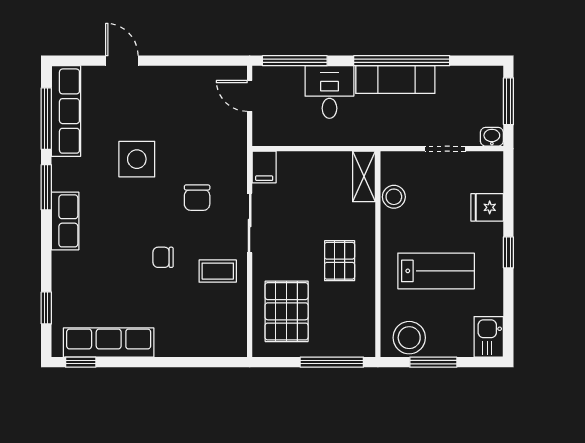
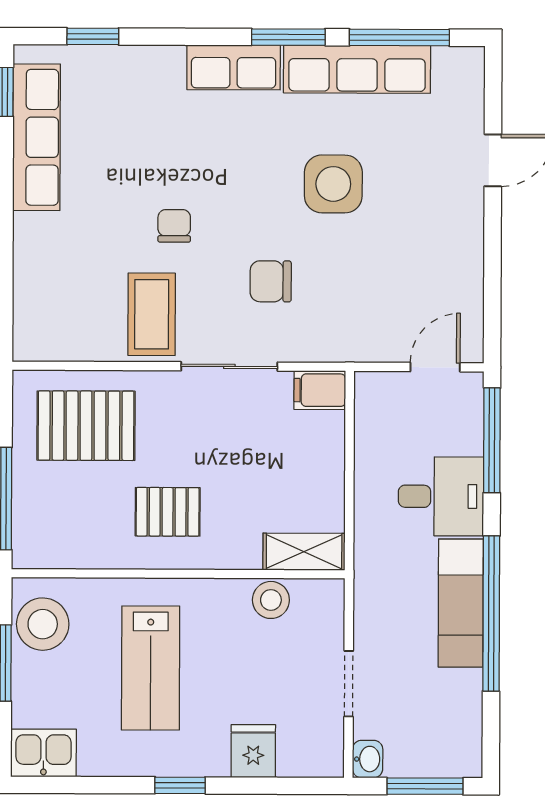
row of seats: (66, 111) -> (357, 69), moved
coffee table: (218, 271) -> (152, 314), width x1.36, depth x1.30

